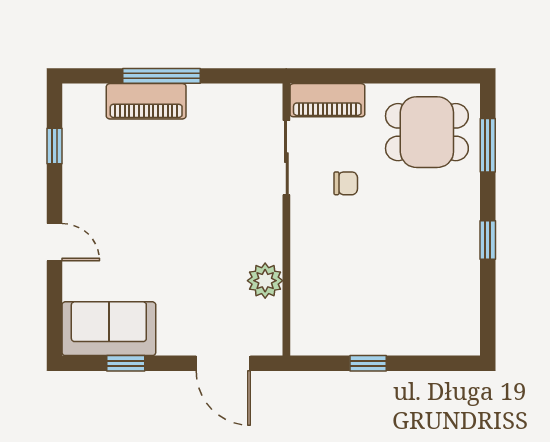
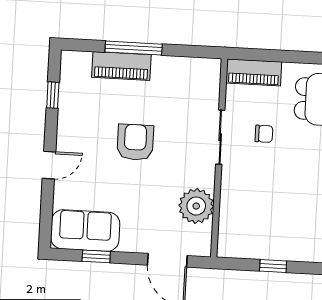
sliding door: (286, 158) -> (220, 137), moved
armchair: (171, 204) -> (135, 142), added
door: (55, 242) -> (49, 165), hinge flipped
plant: (265, 281) -> (196, 206), width x1.36, depth x1.36

